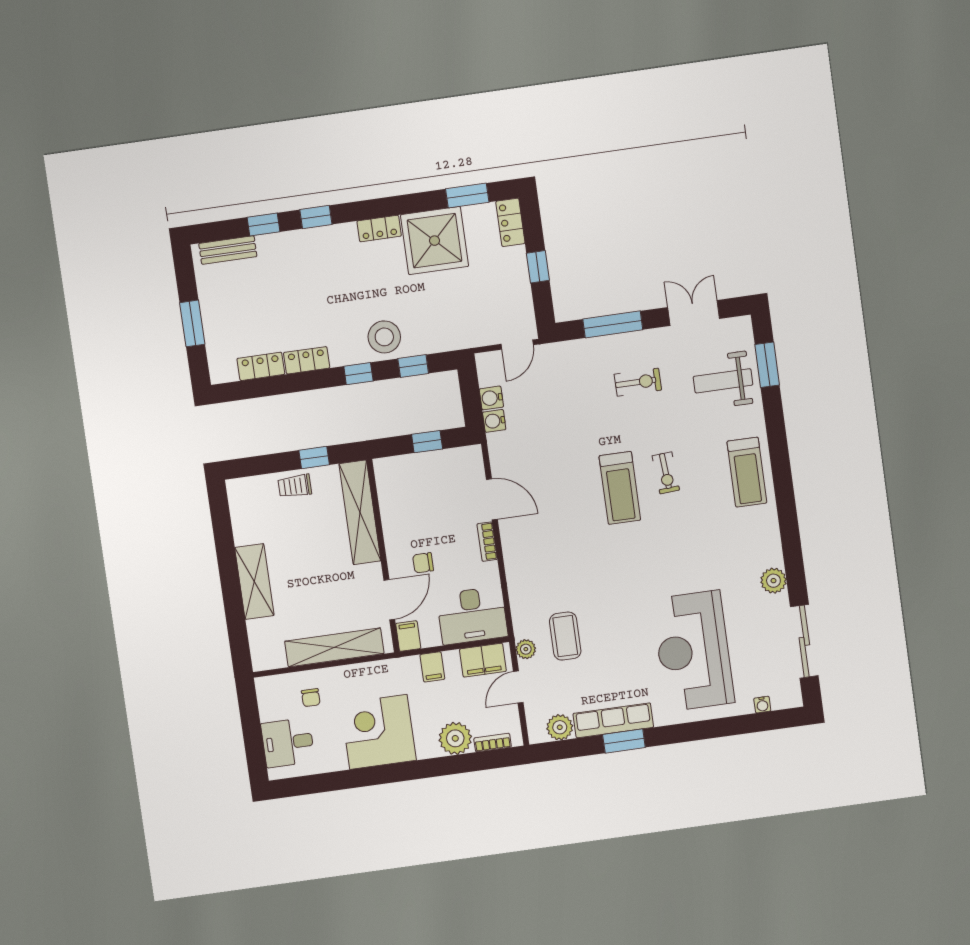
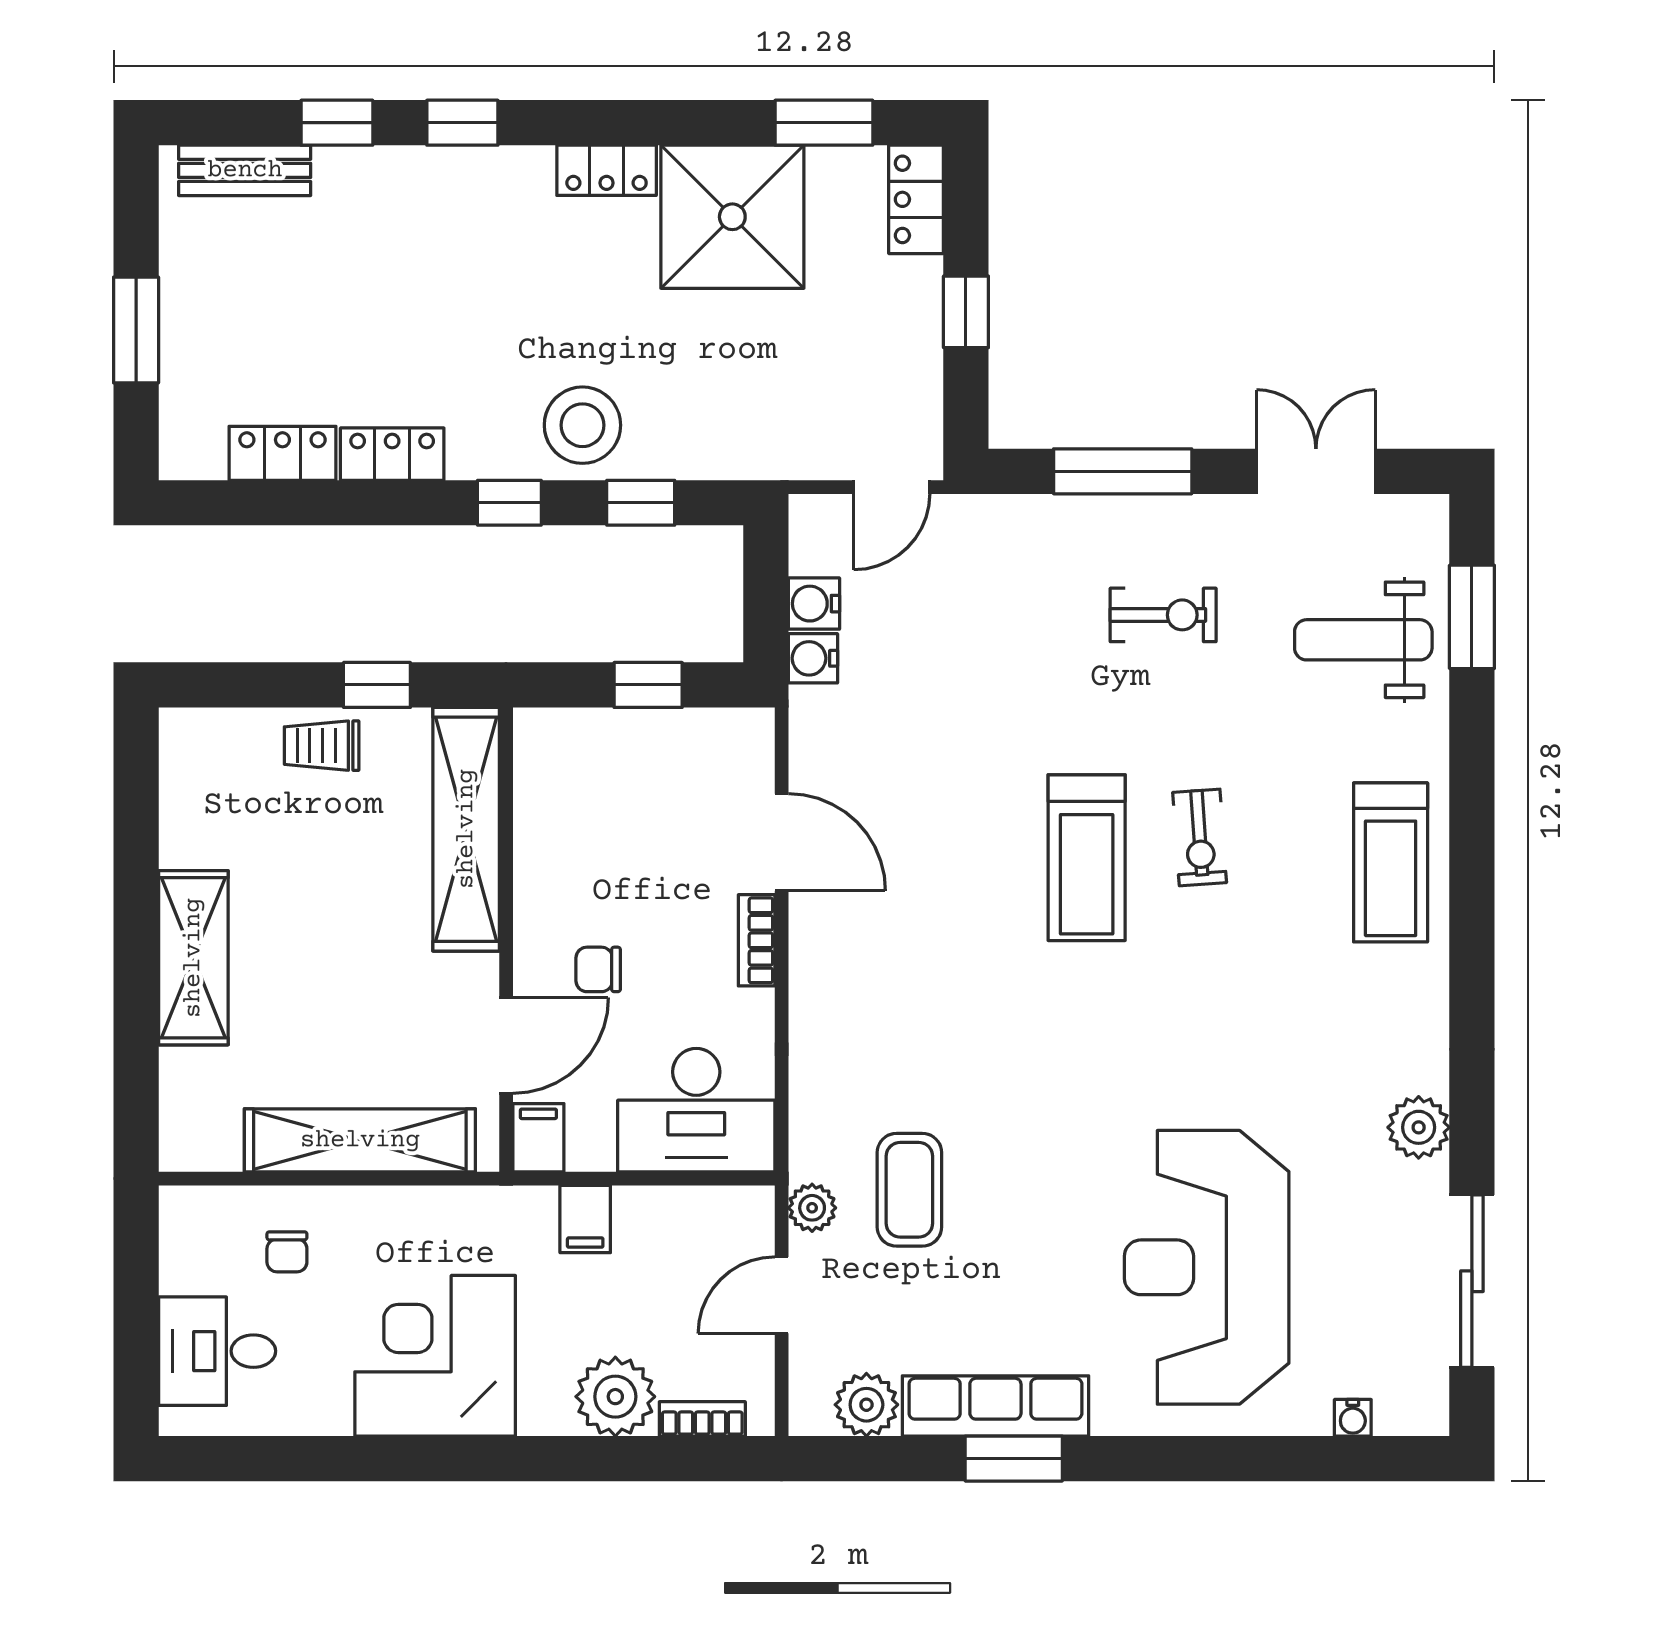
filing cabinet: (483, 660) -> (707, 1220), removed

